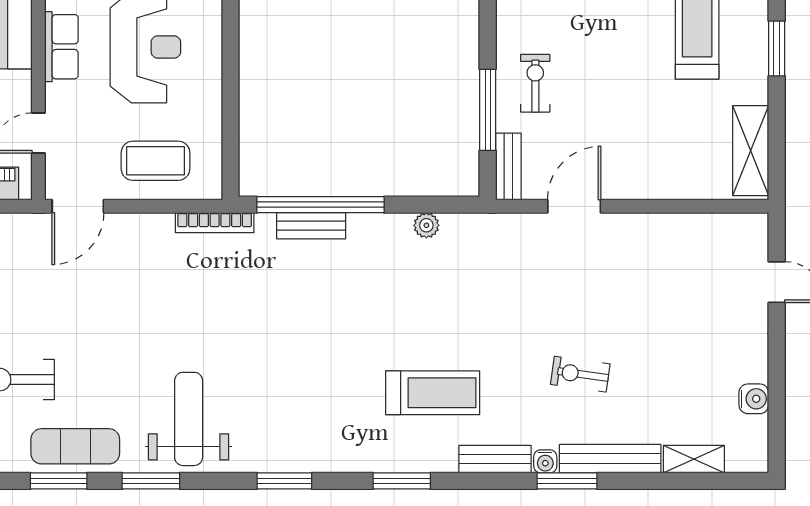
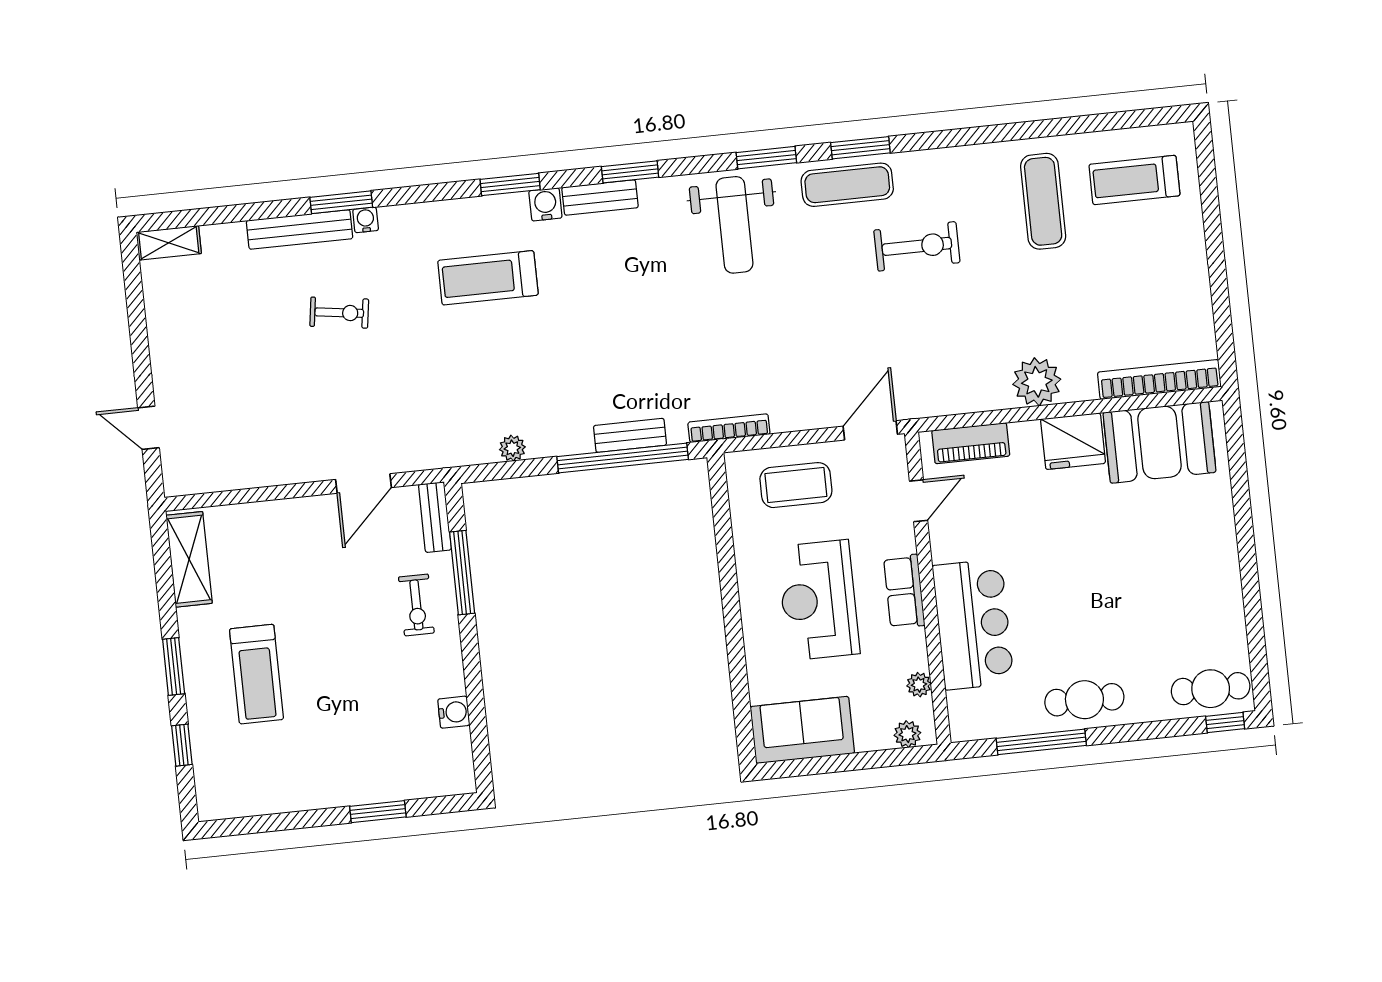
water cooler: (754, 399) -> (545, 204), moved, turned 90
bench: (495, 459) -> (600, 198), moved
shelving: (694, 459) -> (169, 243), moved

